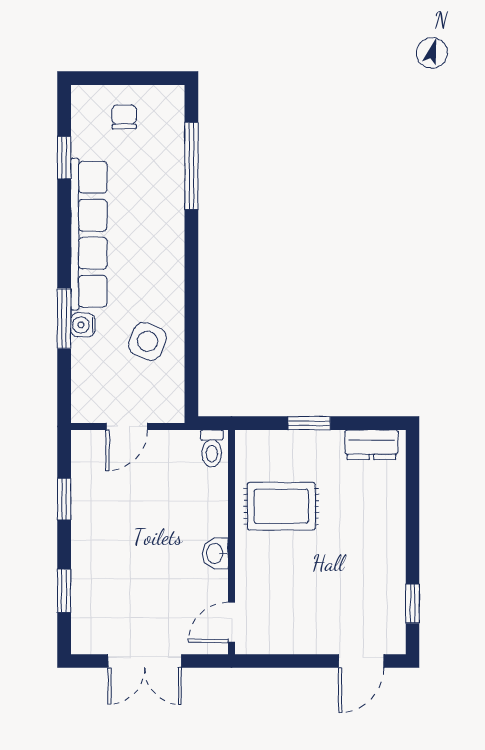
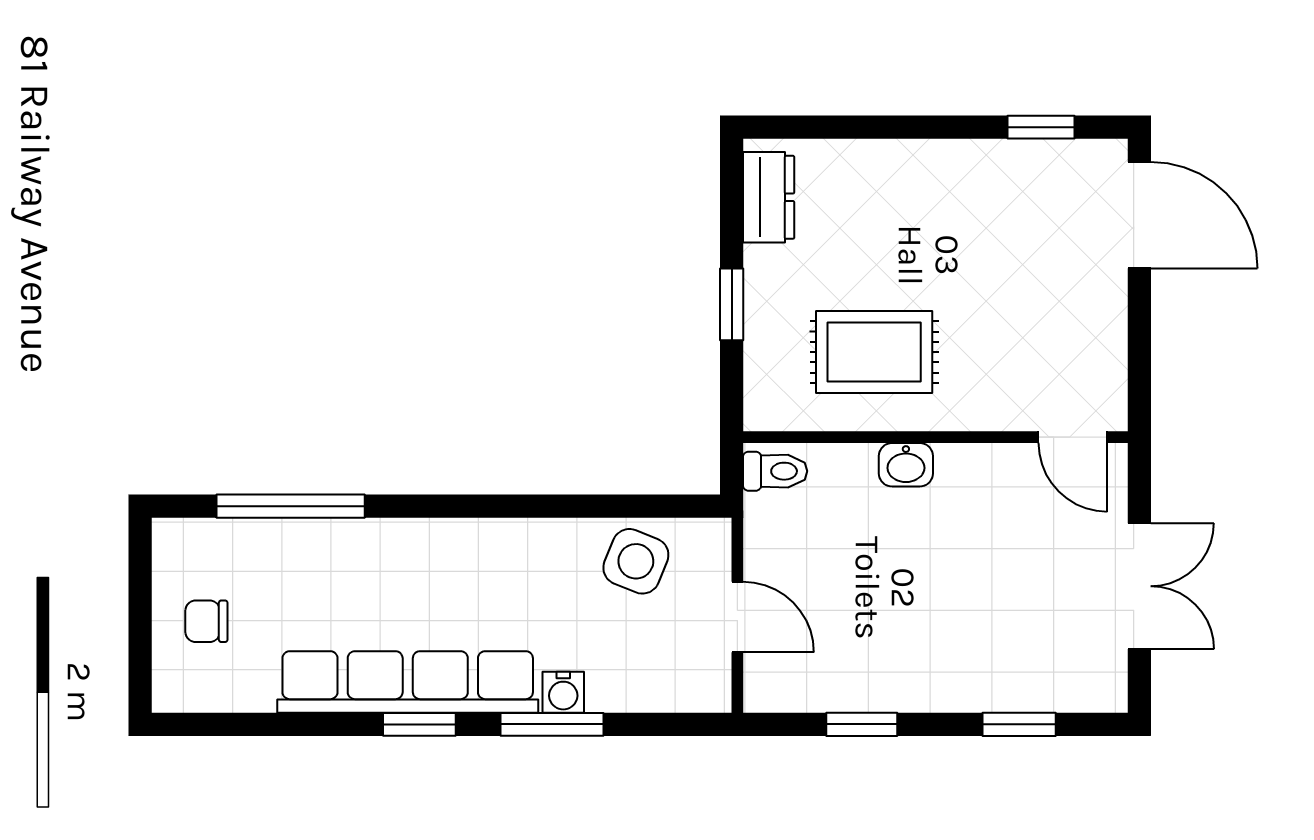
window: (64, 158) -> (419, 724), moved
side table: (147, 341) -> (636, 561), moved
rug: (281, 506) -> (874, 352), turned 90
washbasin: (216, 553) -> (906, 465), moved
door: (361, 661) -> (1139, 215), width x1.38

